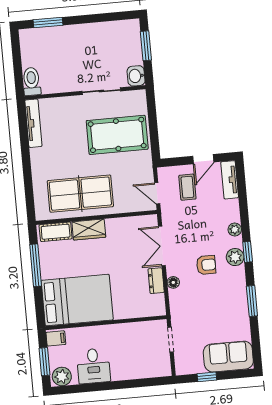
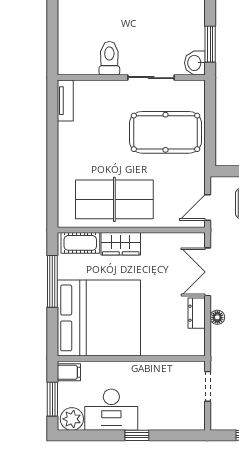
window: (146, 46) -> (210, 44), moved
toilet: (32, 81) -> (109, 58), moved
tv unit: (33, 123) -> (65, 101), width x0.71
door: (157, 193) -> (208, 208), hinge flipped
bed: (77, 300) -> (99, 318), width x1.36
desk: (93, 366) -> (111, 410), width x1.37
window: (116, 385) -> (137, 435), added

